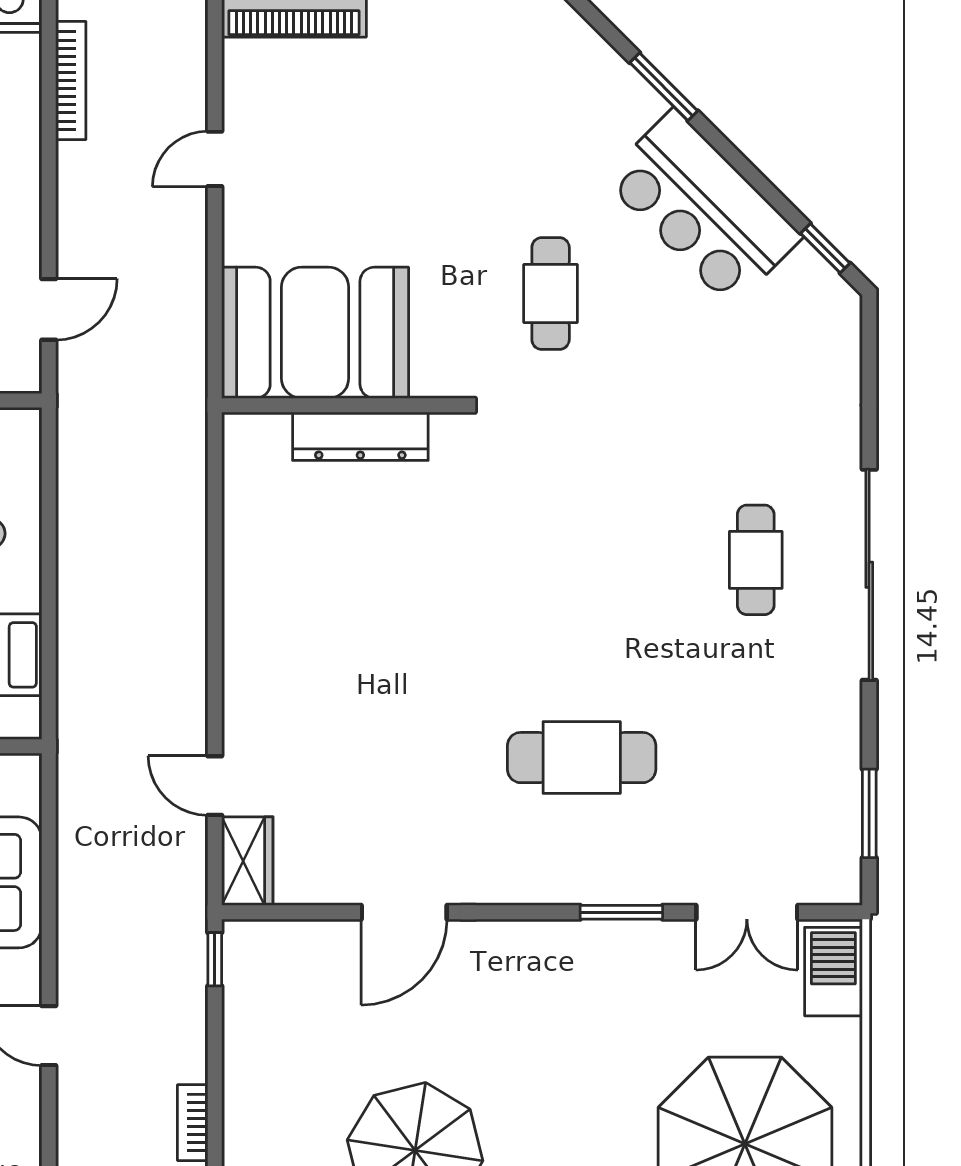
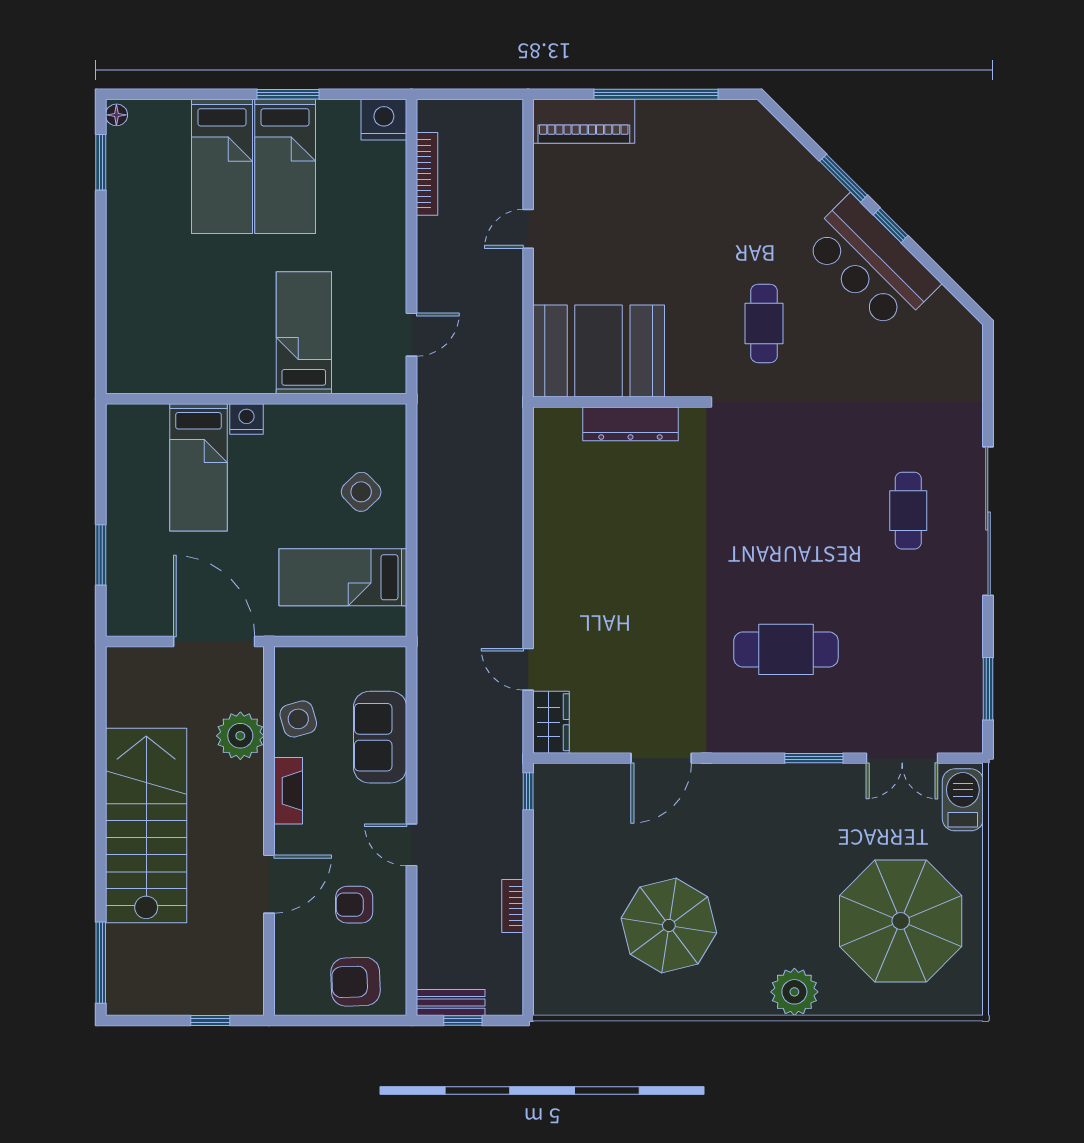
window: (825, 248) -> (891, 225), moved

